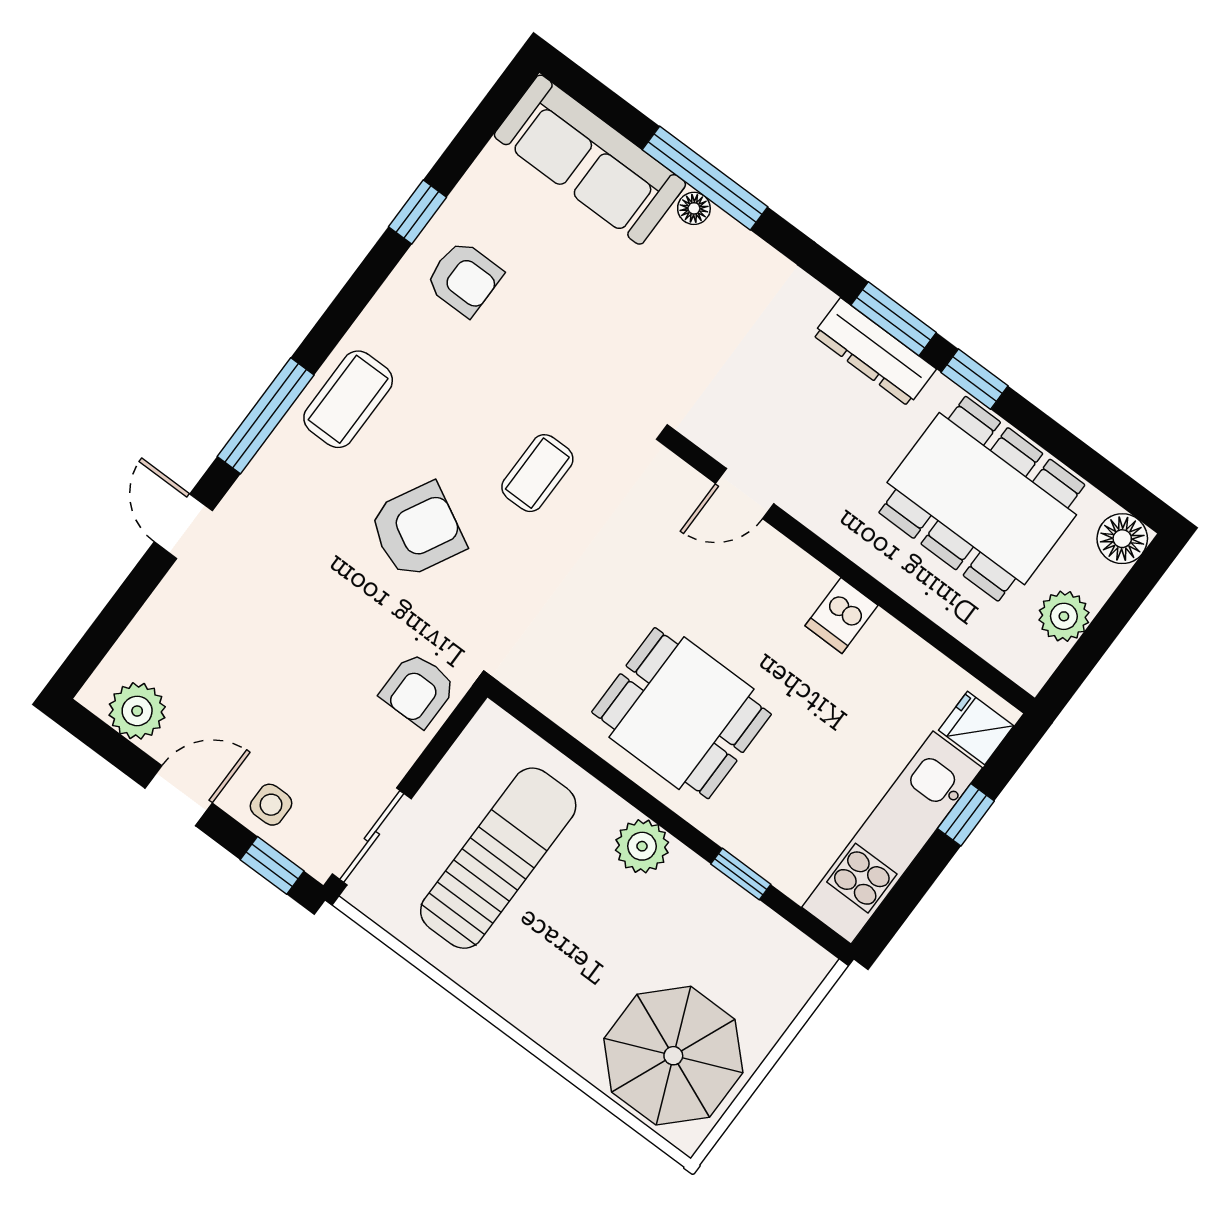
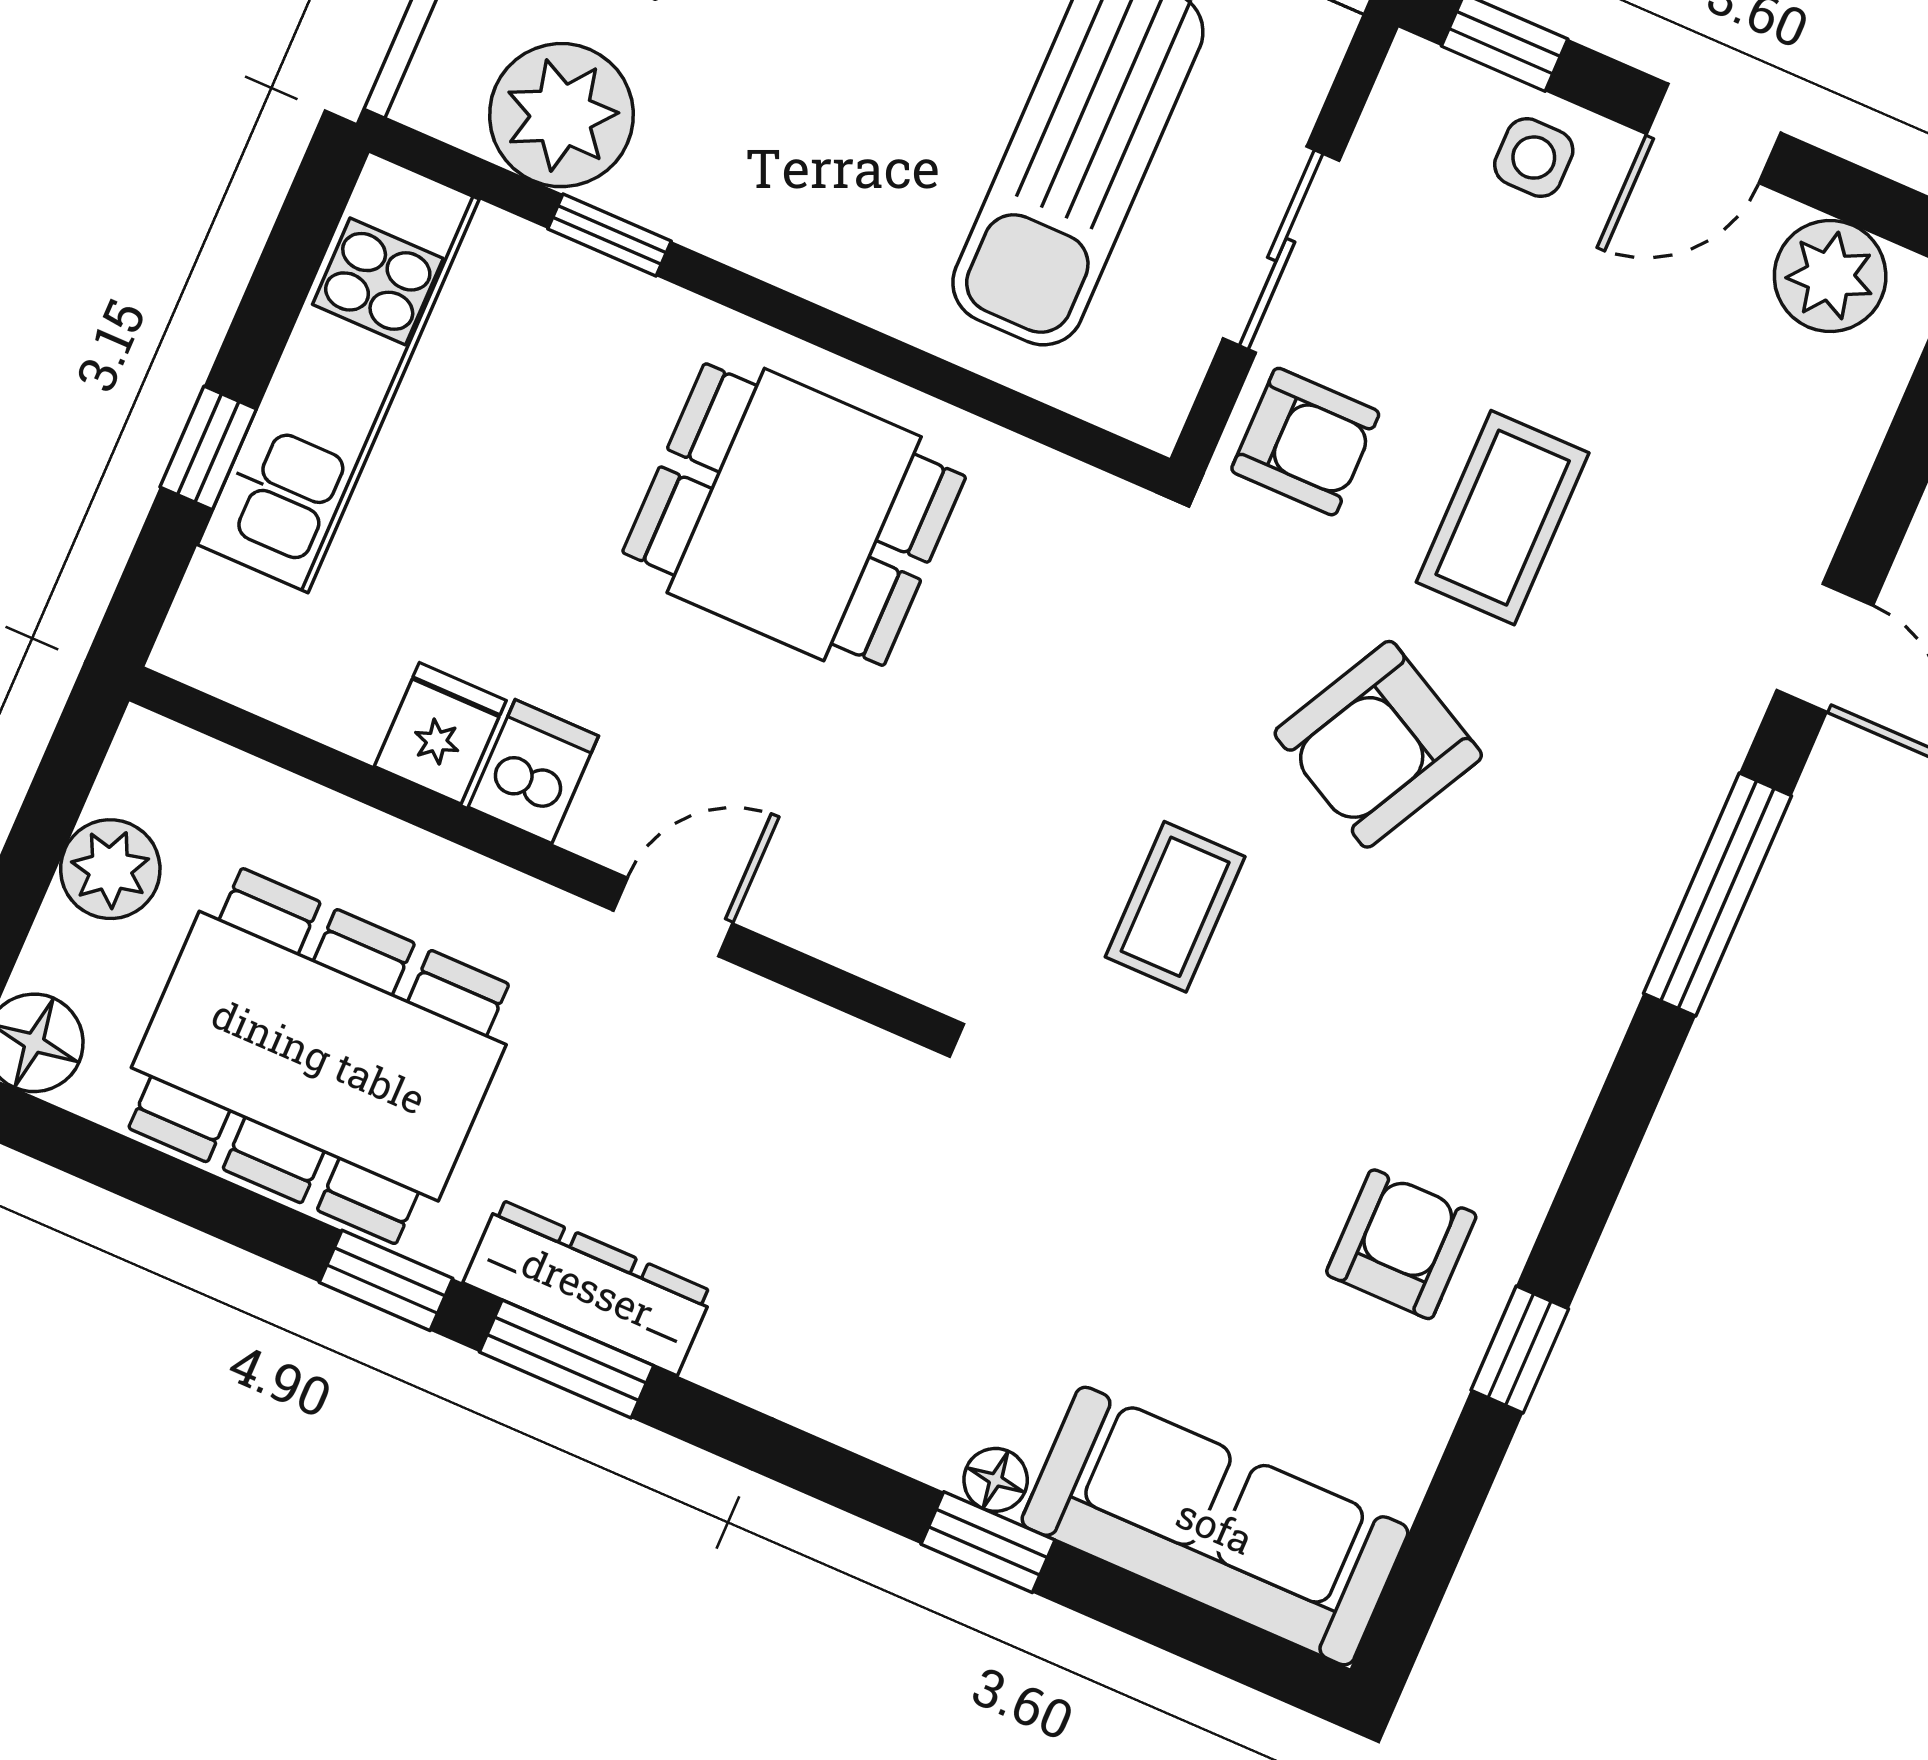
window: (705, 178) -> (988, 1542), width x0.46
armchair: (464, 278) -> (1401, 1244), turned 90
coffee table: (348, 399) -> (1503, 518), moved
door: (745, 494) -> (673, 917), moved
armchair: (418, 690) -> (1305, 442), turned 90
fridge: (976, 728) -> (440, 733), moved, turned -90
sliding door: (372, 836) -> (1281, 250), moved
plant: (642, 846) -> (561, 115), moved, width x1.36, depth x1.36

